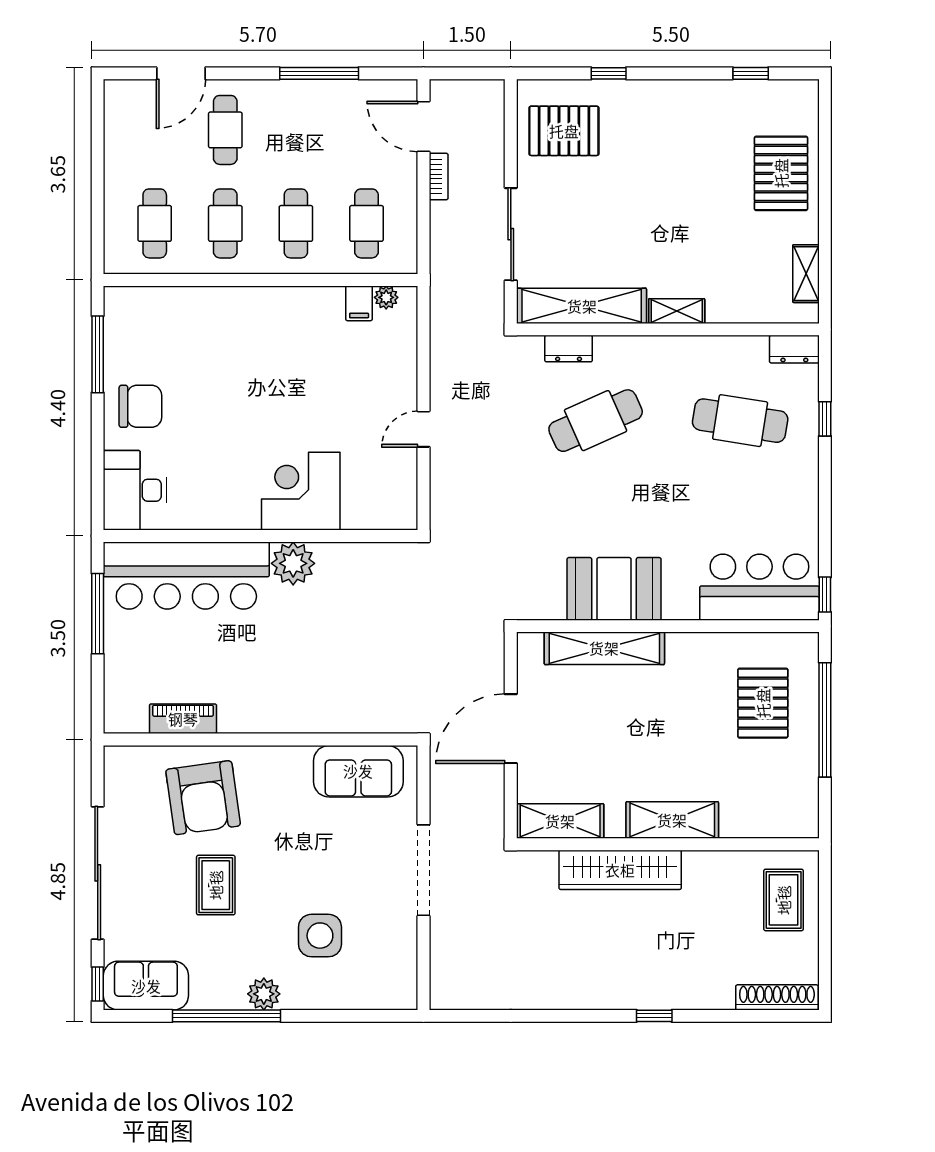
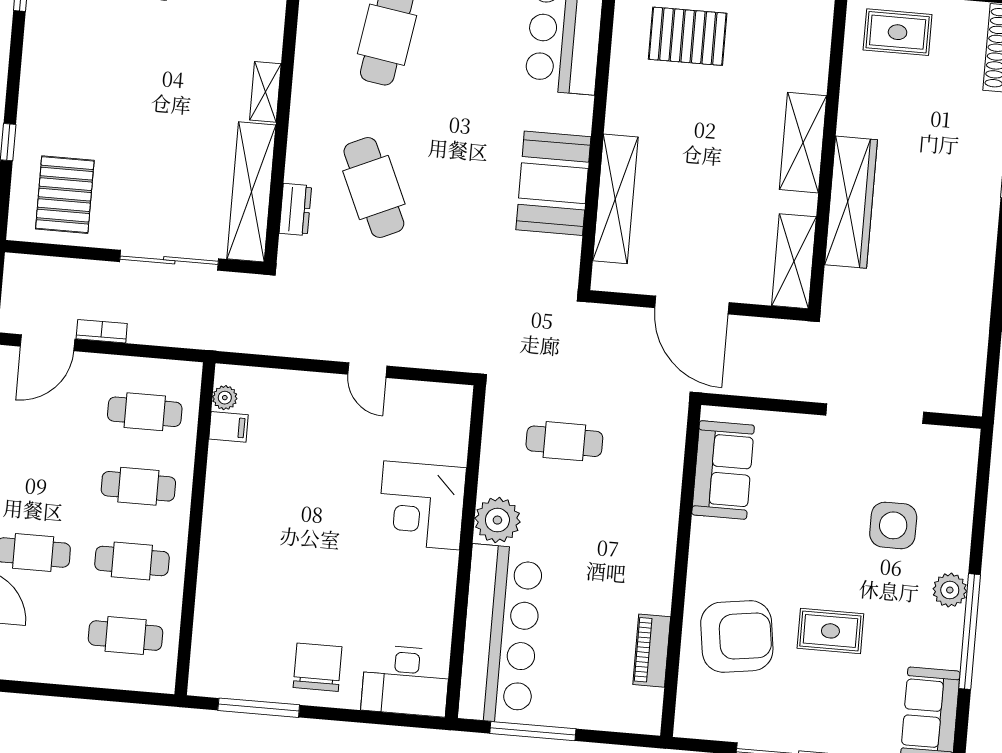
cafe table: (373, 620) -> (564, 441), added
doorway: (423, 870) -> (875, 414), moved

